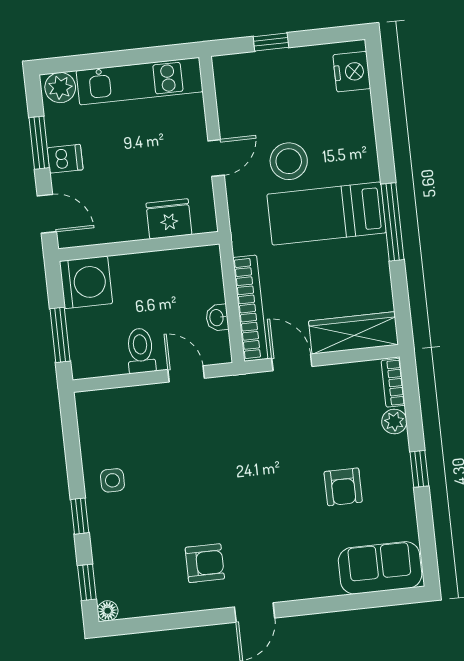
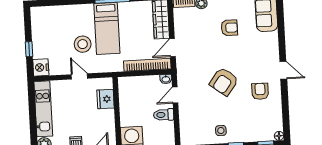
nightstand: (352, 72) -> (41, 67), moved, turned -90
washbasin: (217, 318) -> (166, 79), moved
armchair: (222, 481) -> (224, 82), added

